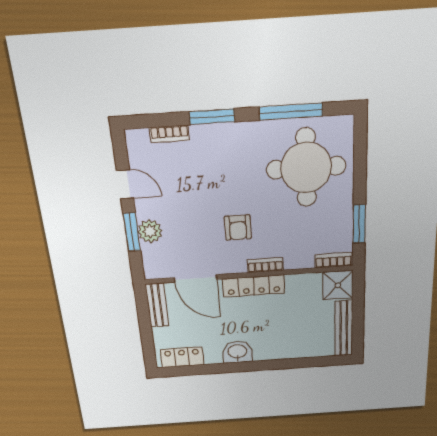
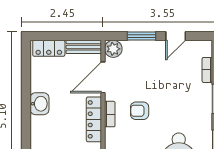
plant: (150, 231) -> (113, 49), moved
bookcase: (265, 265) -> (110, 114), moved
locker: (182, 357) -> (49, 48), moved, turned 90

